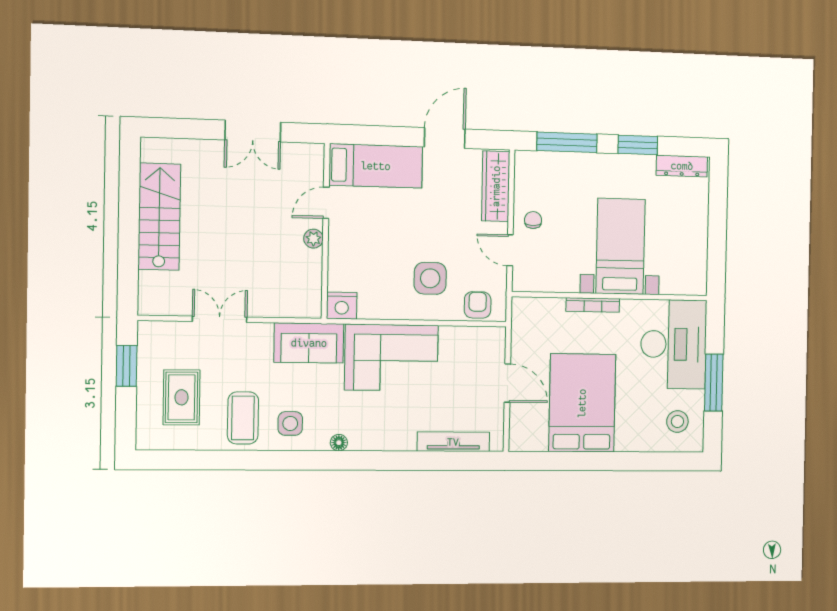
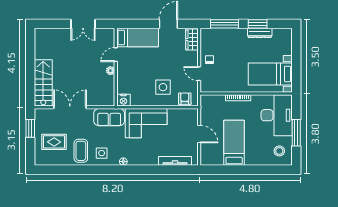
dresser: (682, 166) -> (260, 33), moved
wardrobe: (496, 186) -> (192, 40), width x0.67
stairs: (159, 217) -> (43, 83), moved
bed with nightstands: (620, 246) -> (270, 74), moved, turned -90
double door: (220, 319) -> (70, 107), width x1.37
rug: (182, 397) -> (54, 142), turned 90
bed: (582, 403) -> (234, 143), width x0.67

